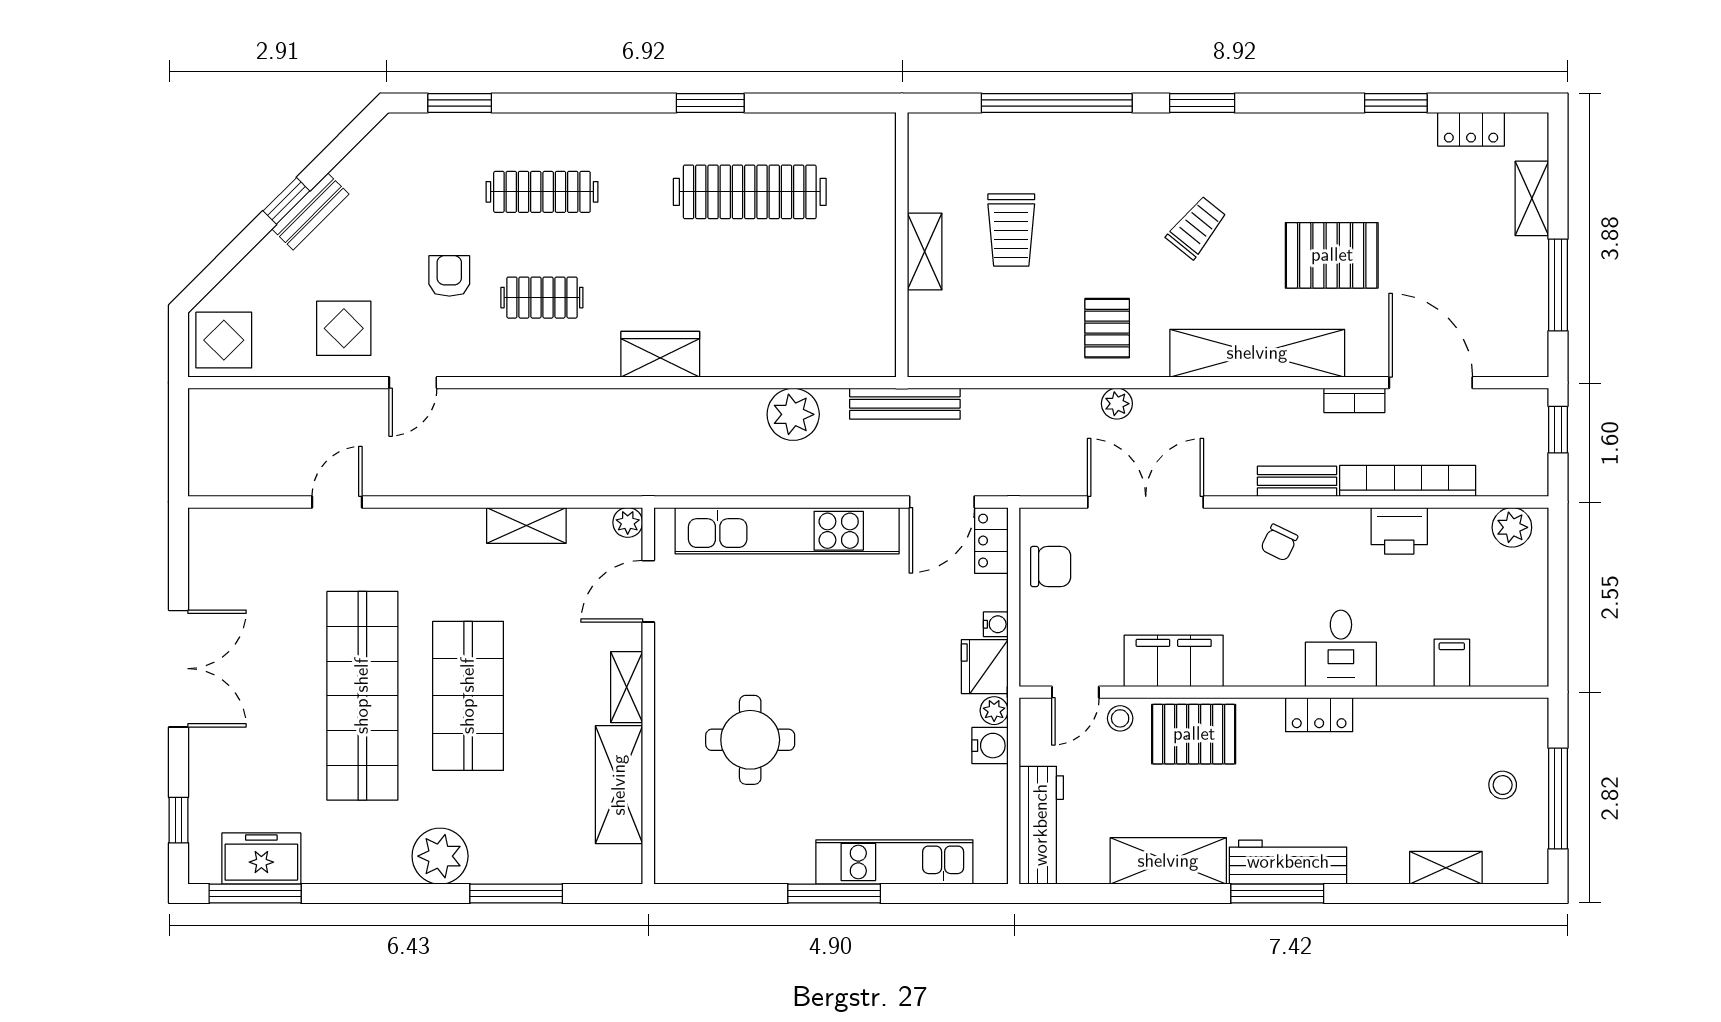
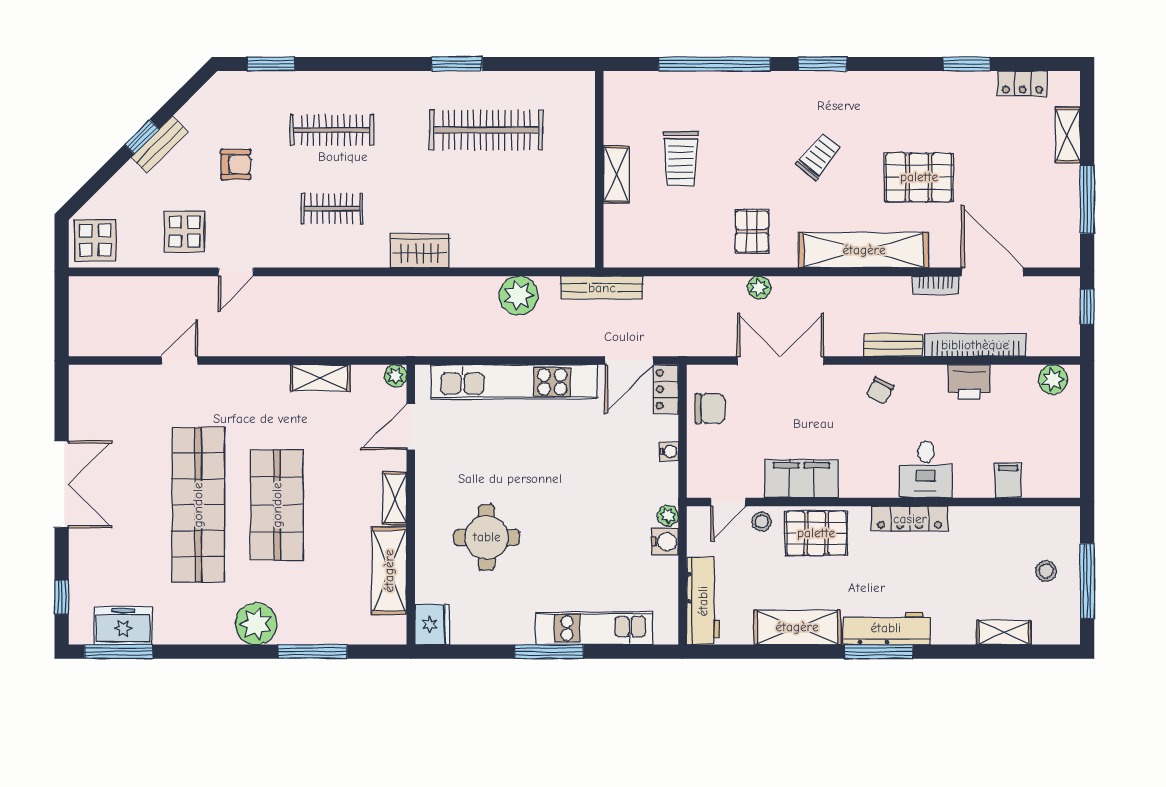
armchair: (449, 276) -> (236, 164), moved, turned 90
fridge: (985, 667) -> (432, 625), moved, turned 180
locker: (1319, 715) -> (910, 519), width x1.53

